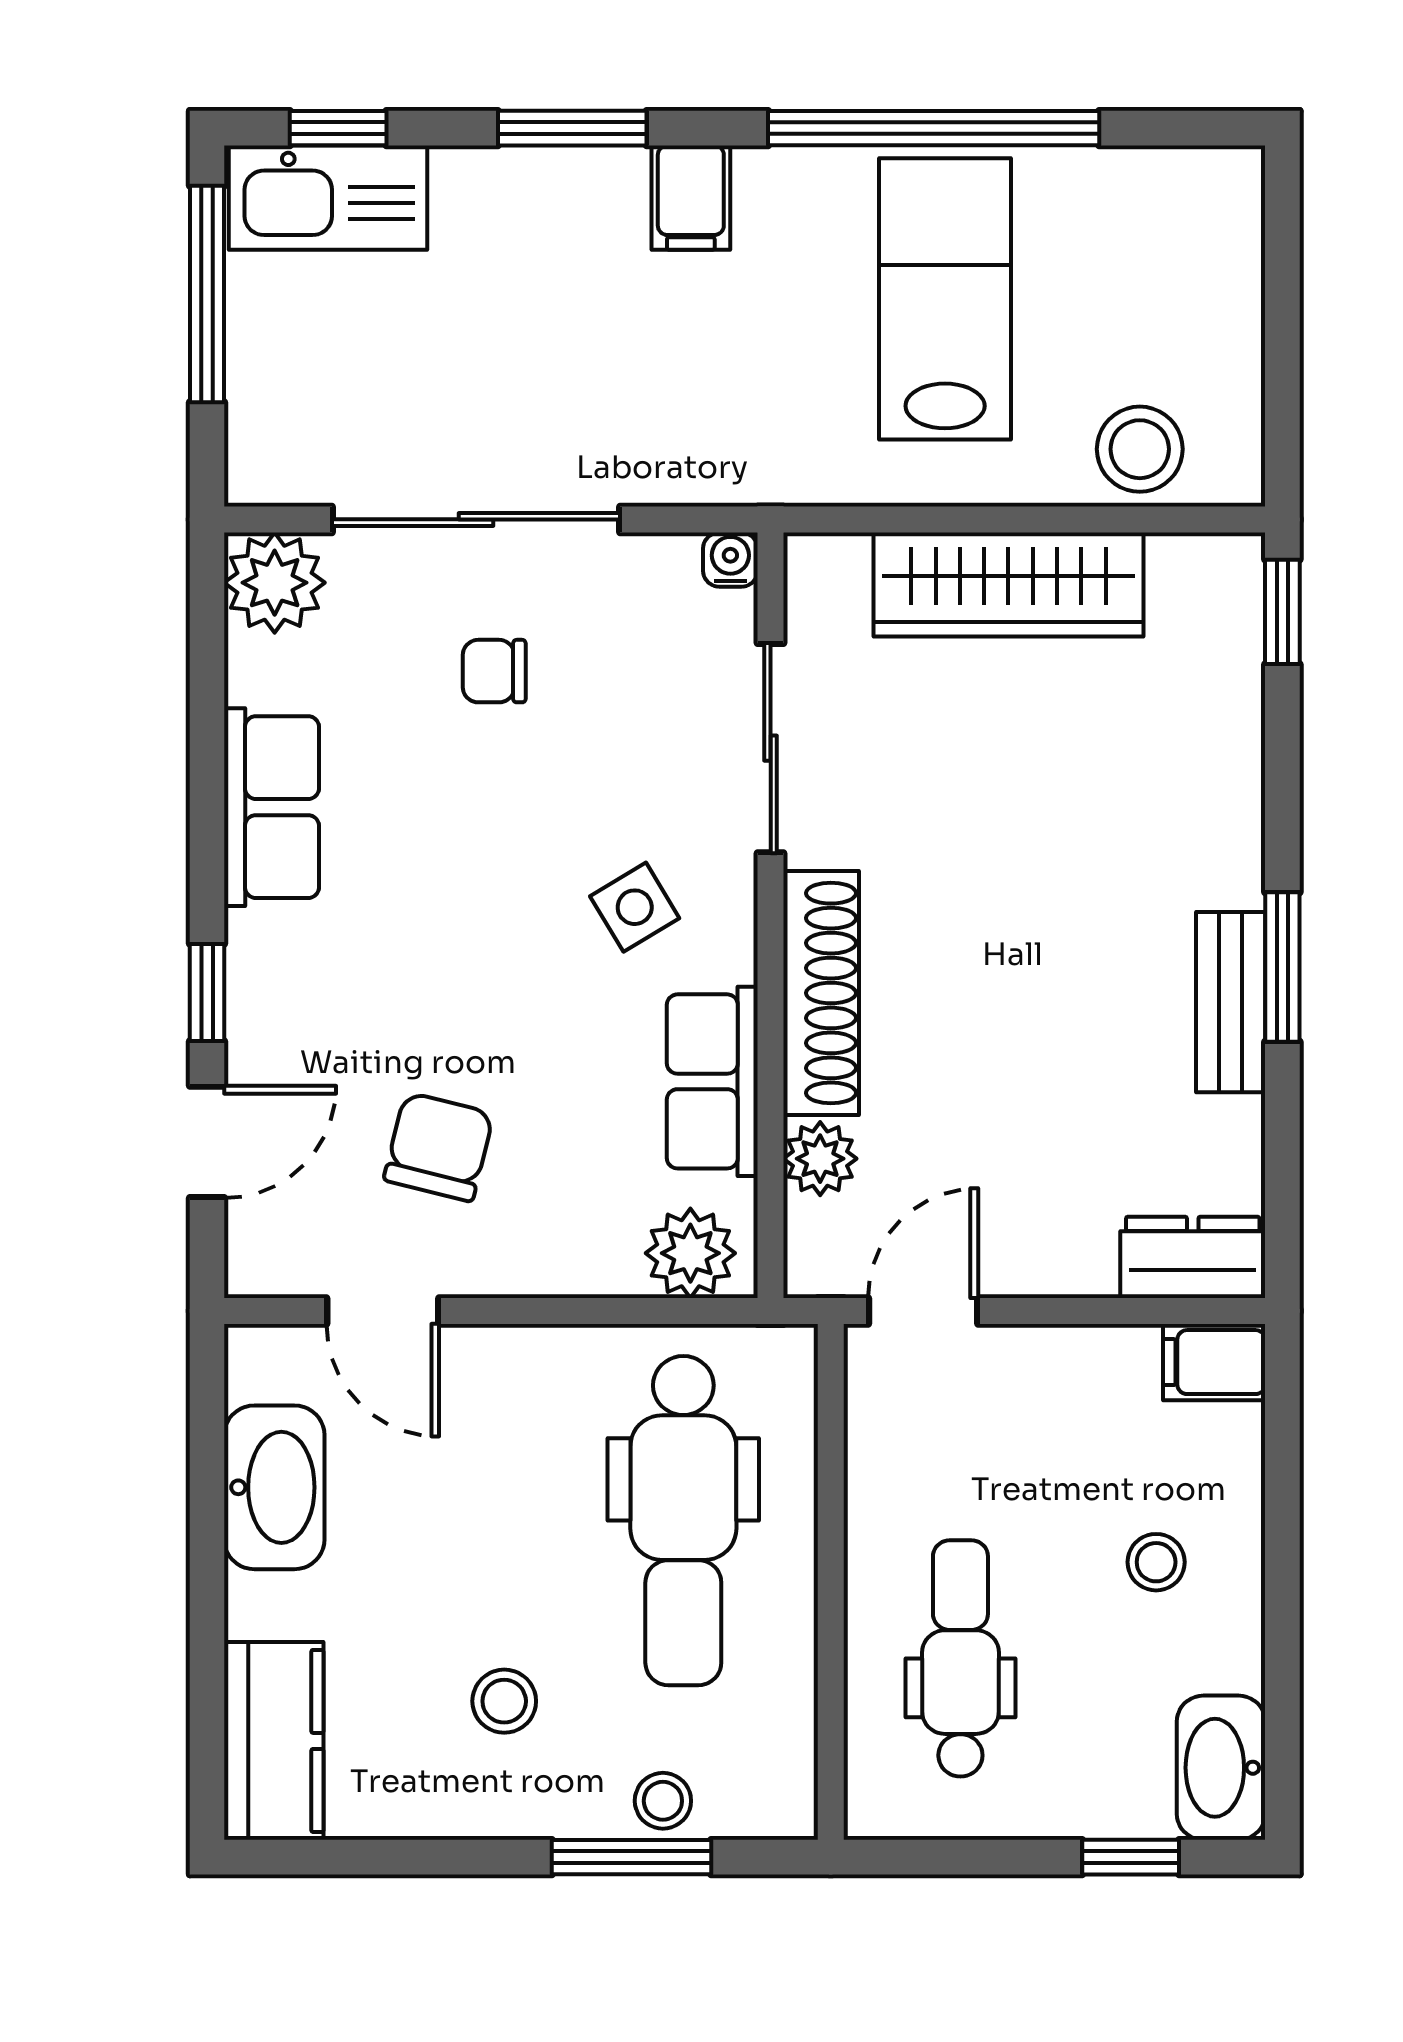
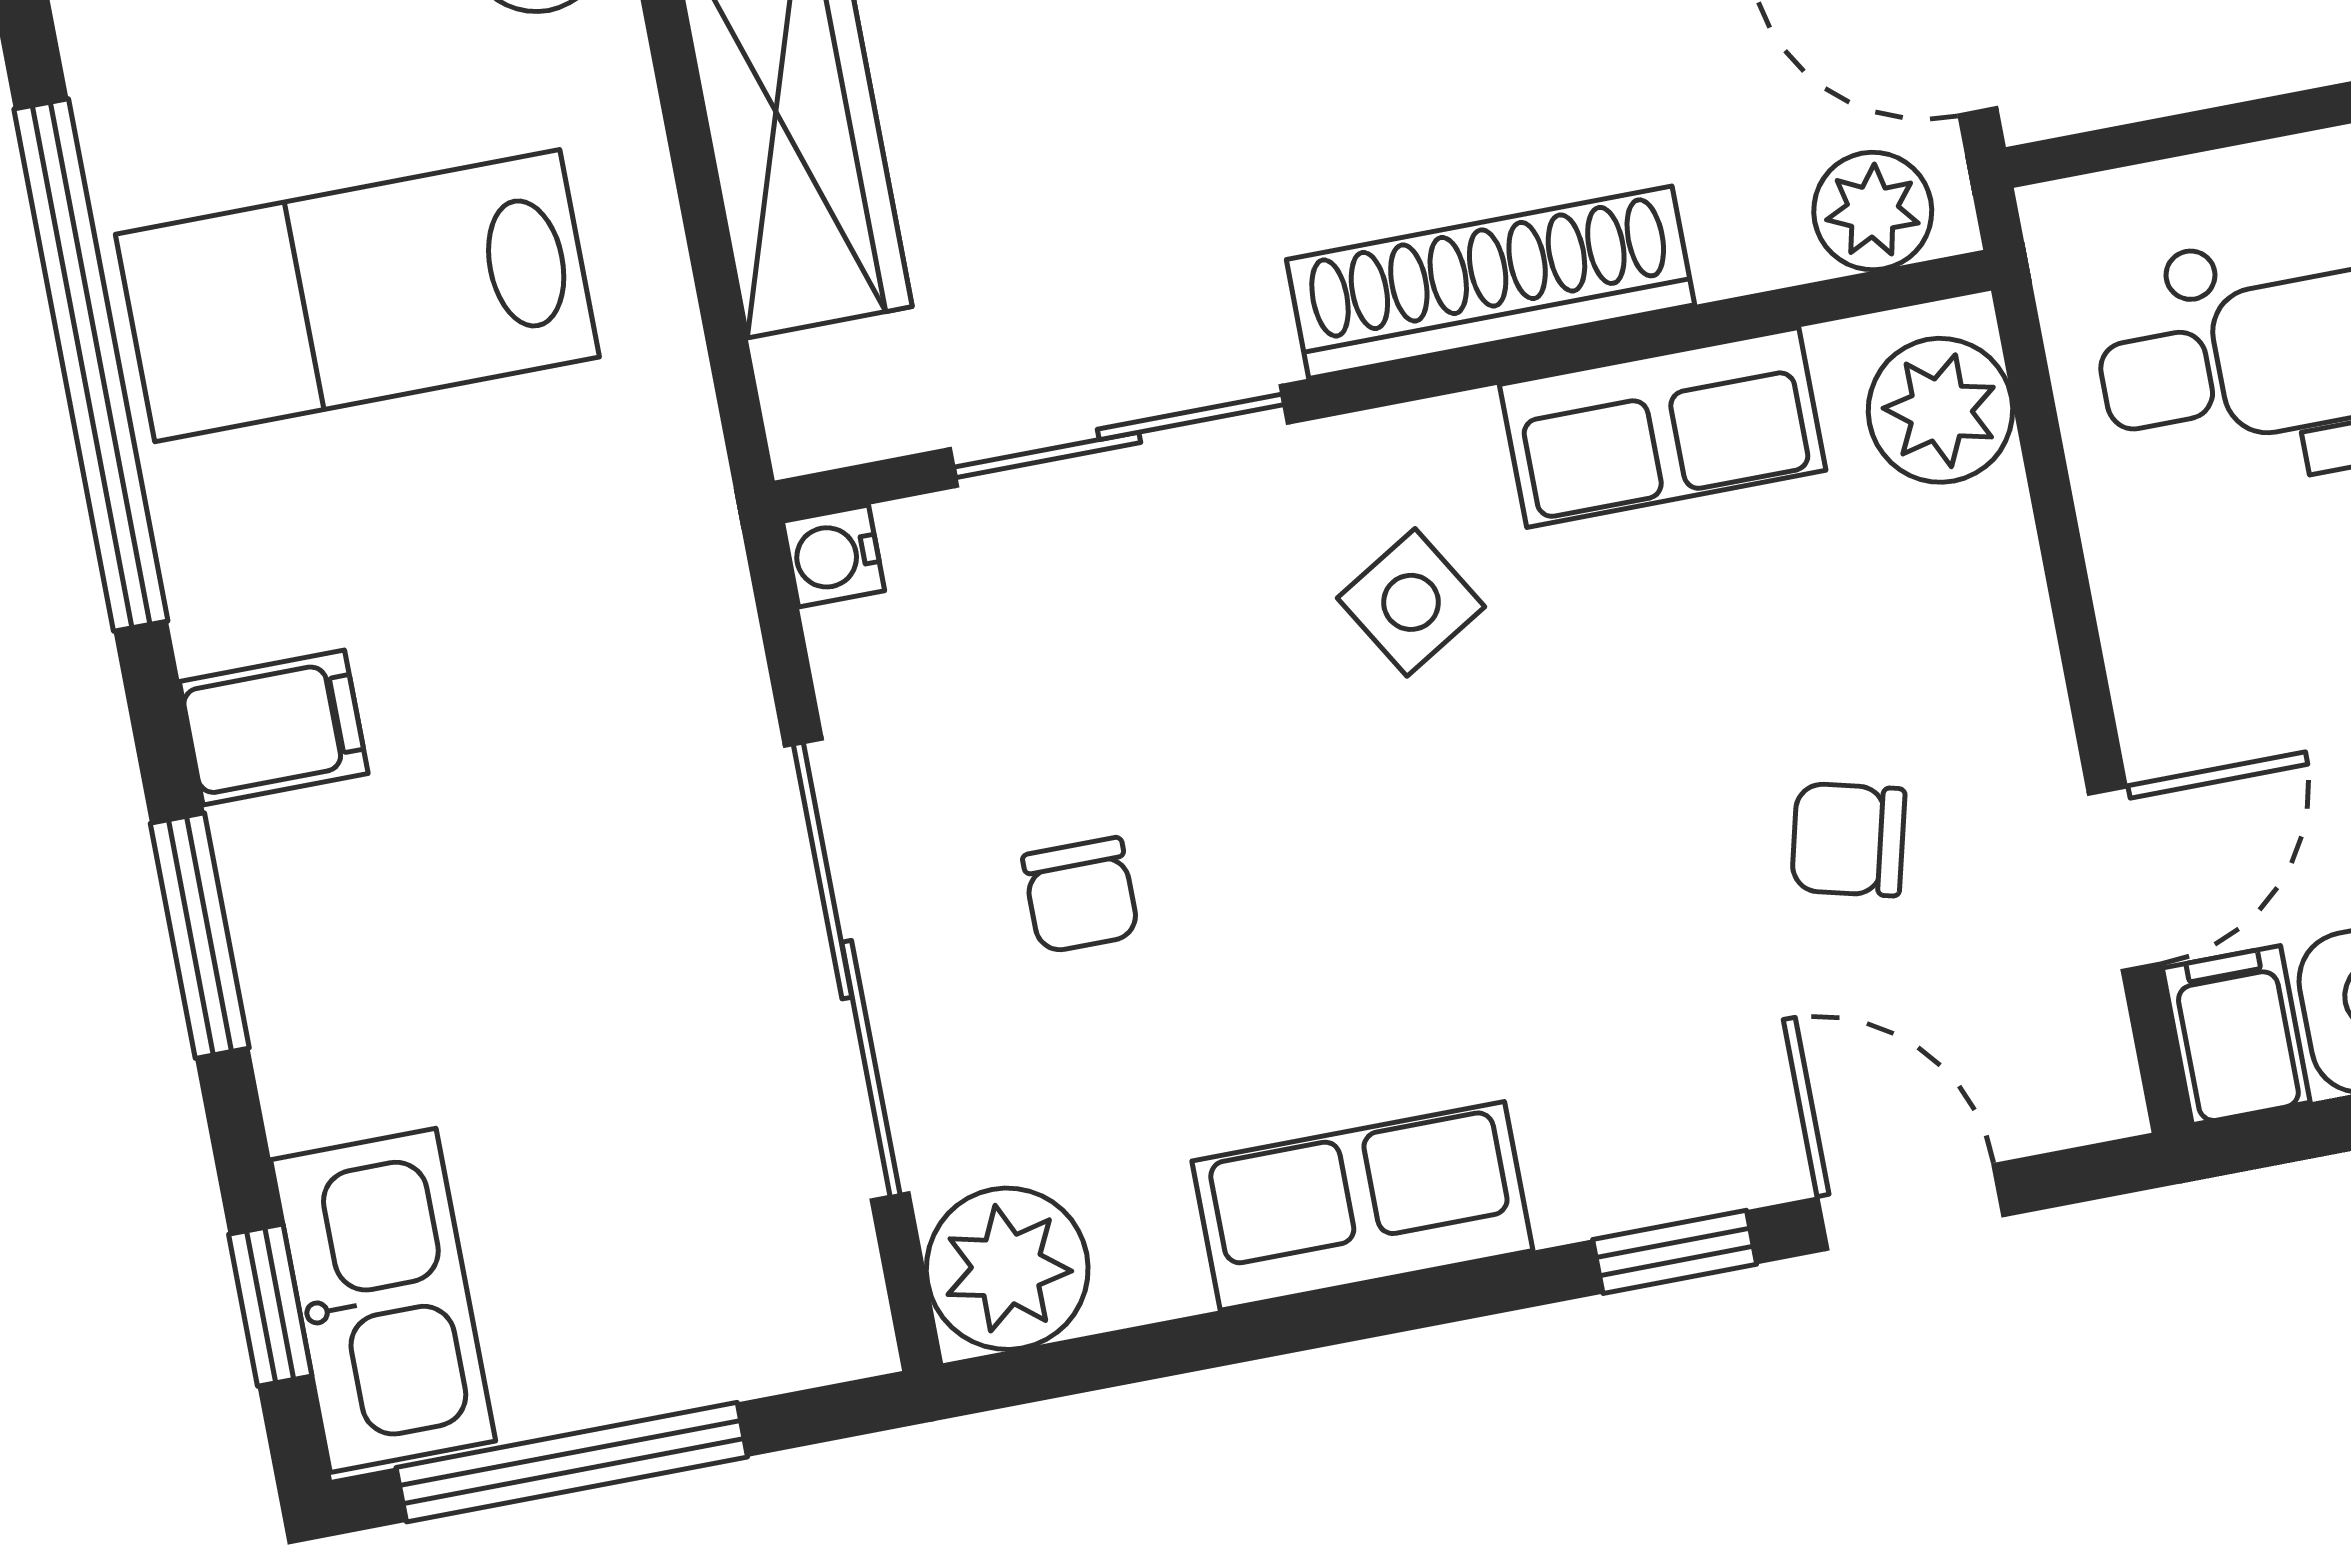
chair: (439, 1147) -> (1848, 840), width x0.73, depth x0.73
plant: (820, 1159) -> (1873, 211), moved
filing cabinet: (274, 1361) -> (2236, 1035), added

